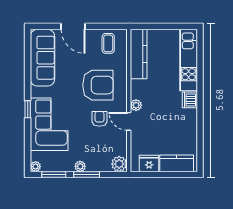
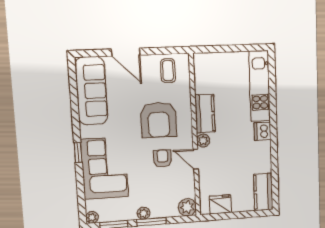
kitchen counter: (139, 54) -> (205, 114), moved, width x0.67
armchair: (98, 85) -> (159, 120), turned 90
kitchen counter: (177, 163) -> (263, 192), moved, turned -90

